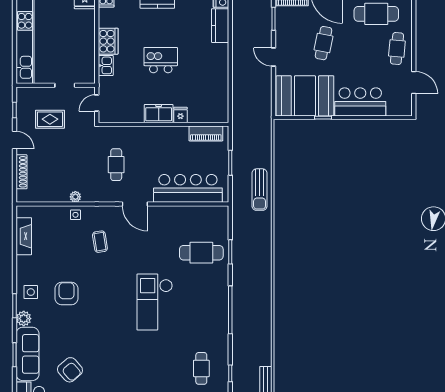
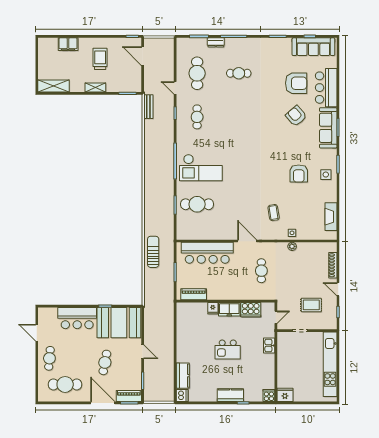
cooker: (108, 41) -> (251, 310), moved, turned -90
checkout: (155, 302) -> (201, 168), moved, turned 90
plant: (24, 319) -> (331, 155), removed

